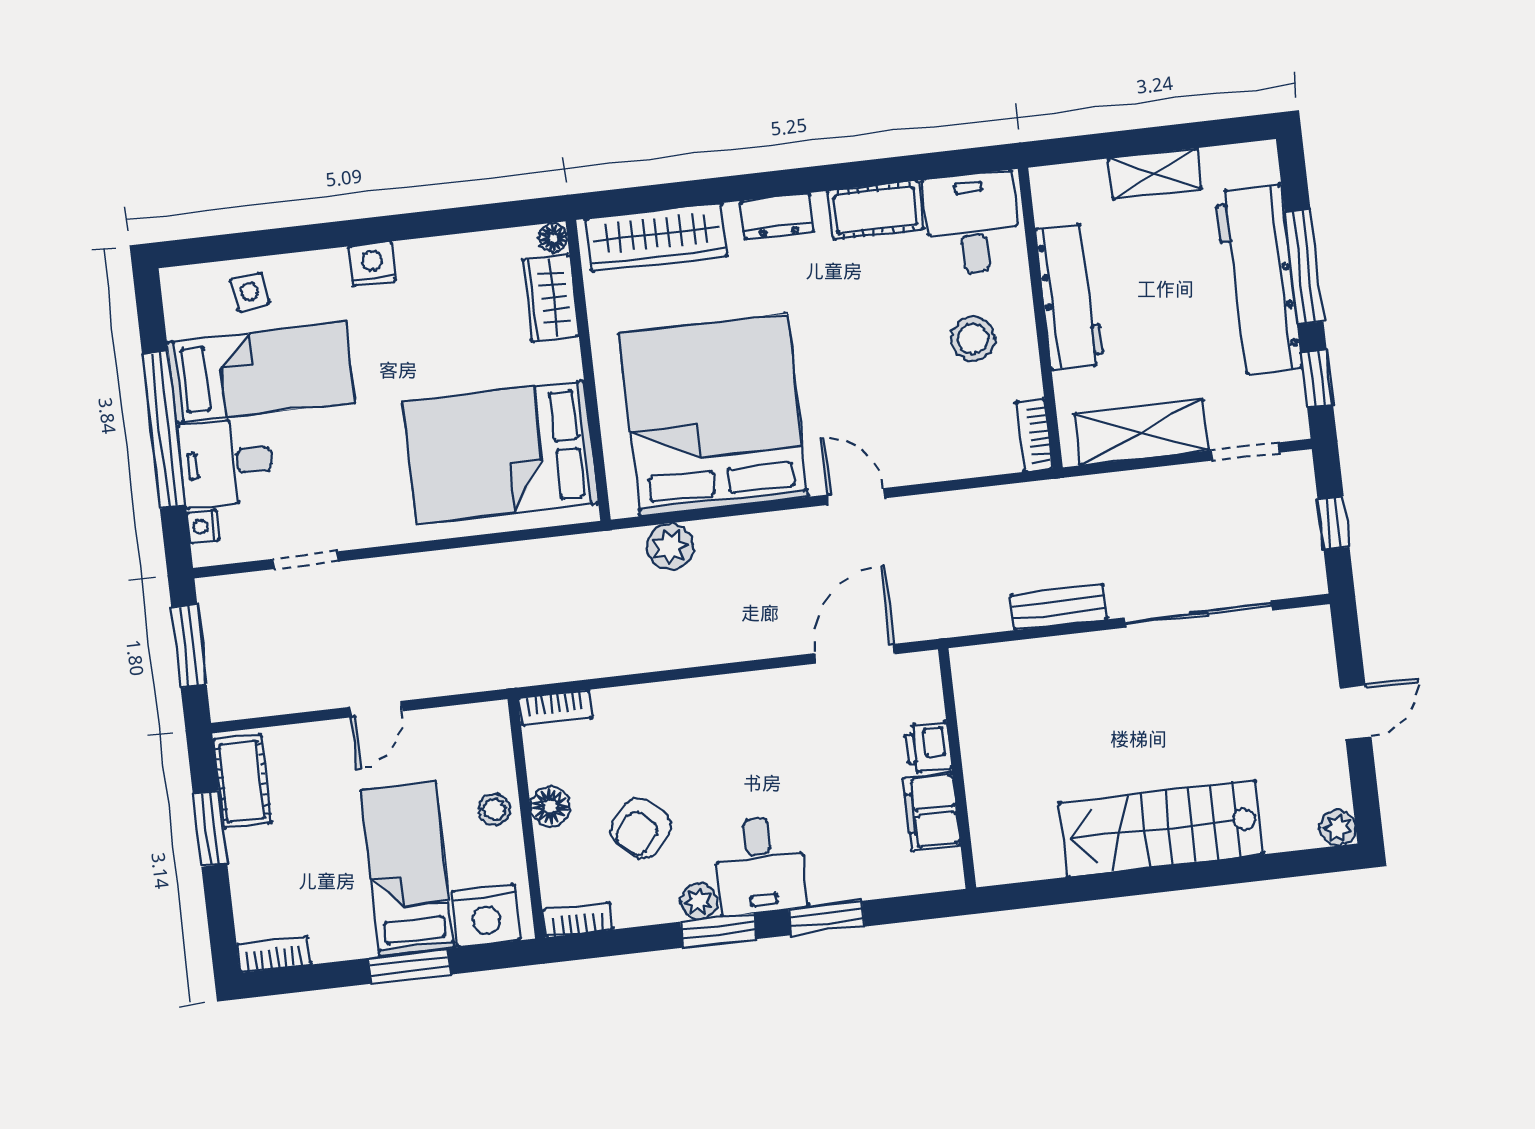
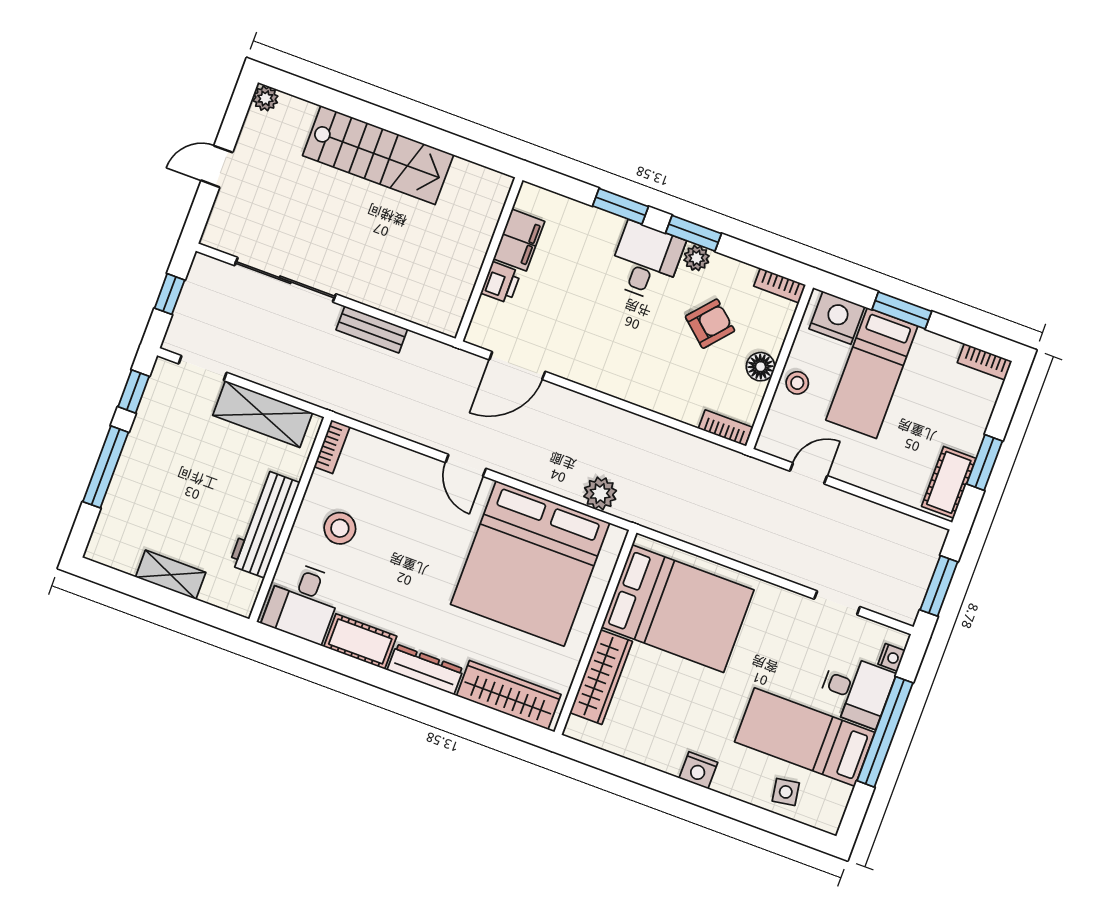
dresser: (777, 216) -> (425, 669), width x1.44
floor lamp: (553, 238) -> (575, 728), removed
workbench: (1258, 280) -> (139, 473), removed
wardrobe: (550, 298) -> (601, 677), width x1.50
door: (376, 709) -> (809, 473), moved

